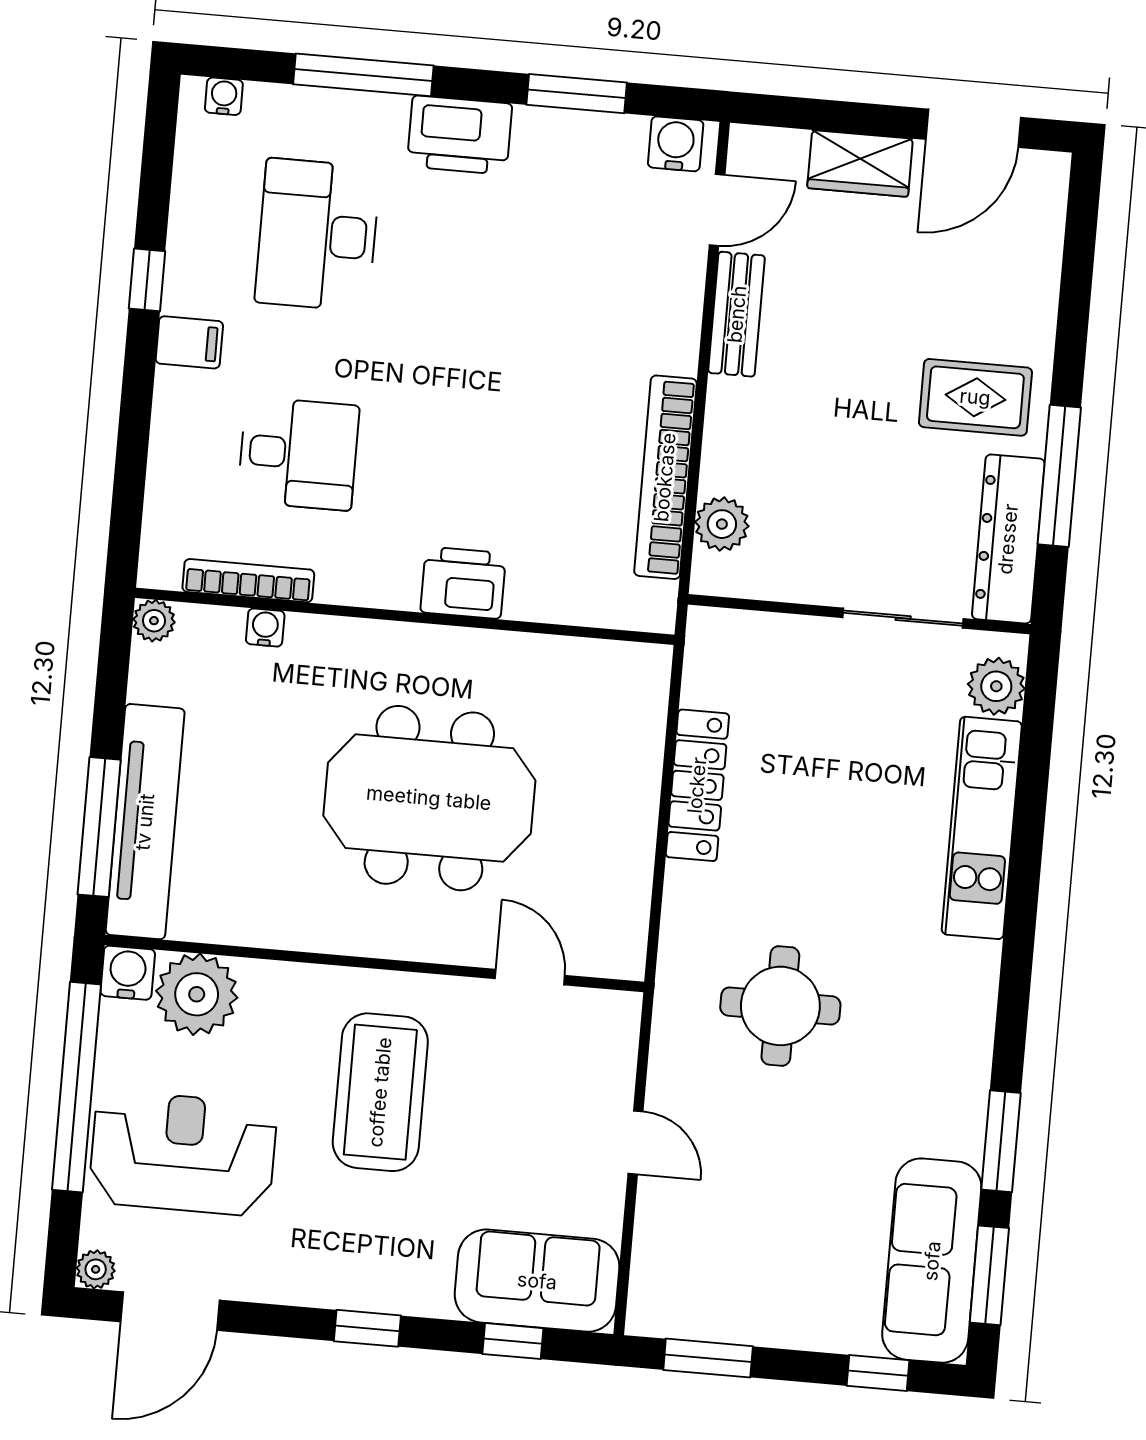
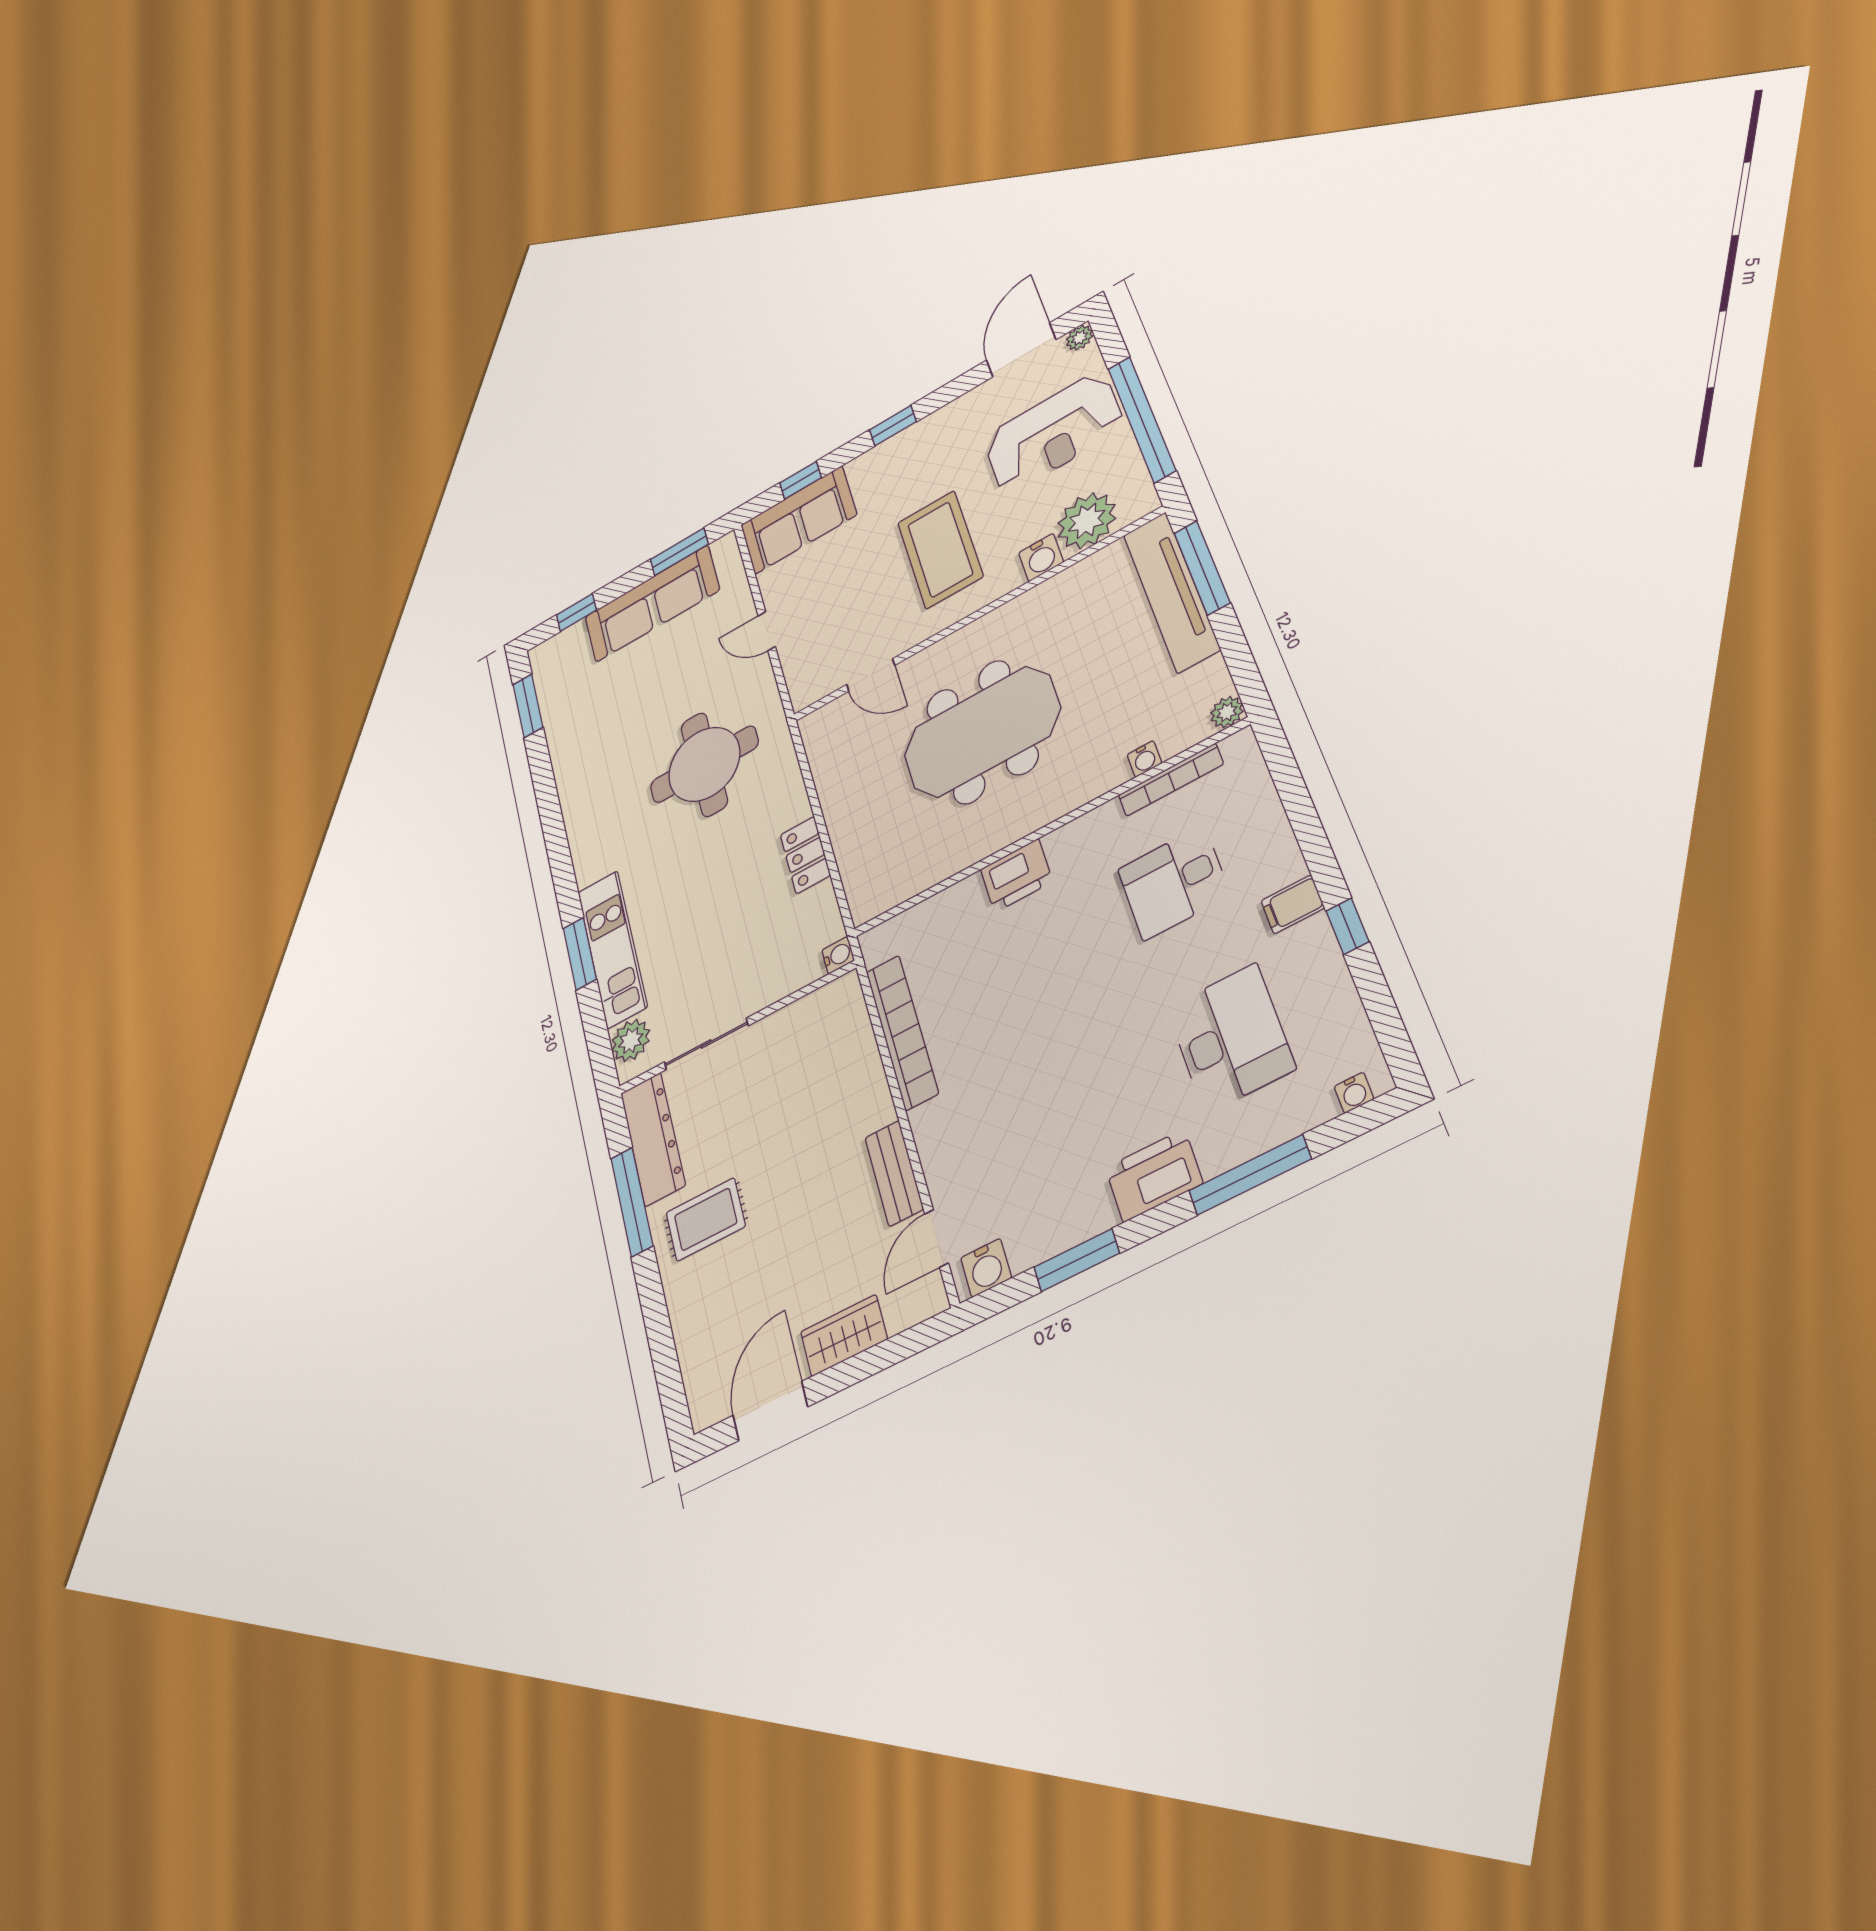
plant: (722, 524) -> (851, 1026), removed
water cooler: (705, 625) -> (838, 955), added
locker: (697, 785) -> (805, 855), width x0.66
water cooler: (128, 973) -> (1041, 557), moved
round table: (780, 1006) -> (704, 764), width x1.36, depth x1.36
window: (1001, 1141) -> (580, 954), moved
sofa: (932, 1261) -> (652, 604), moved, turned 90

